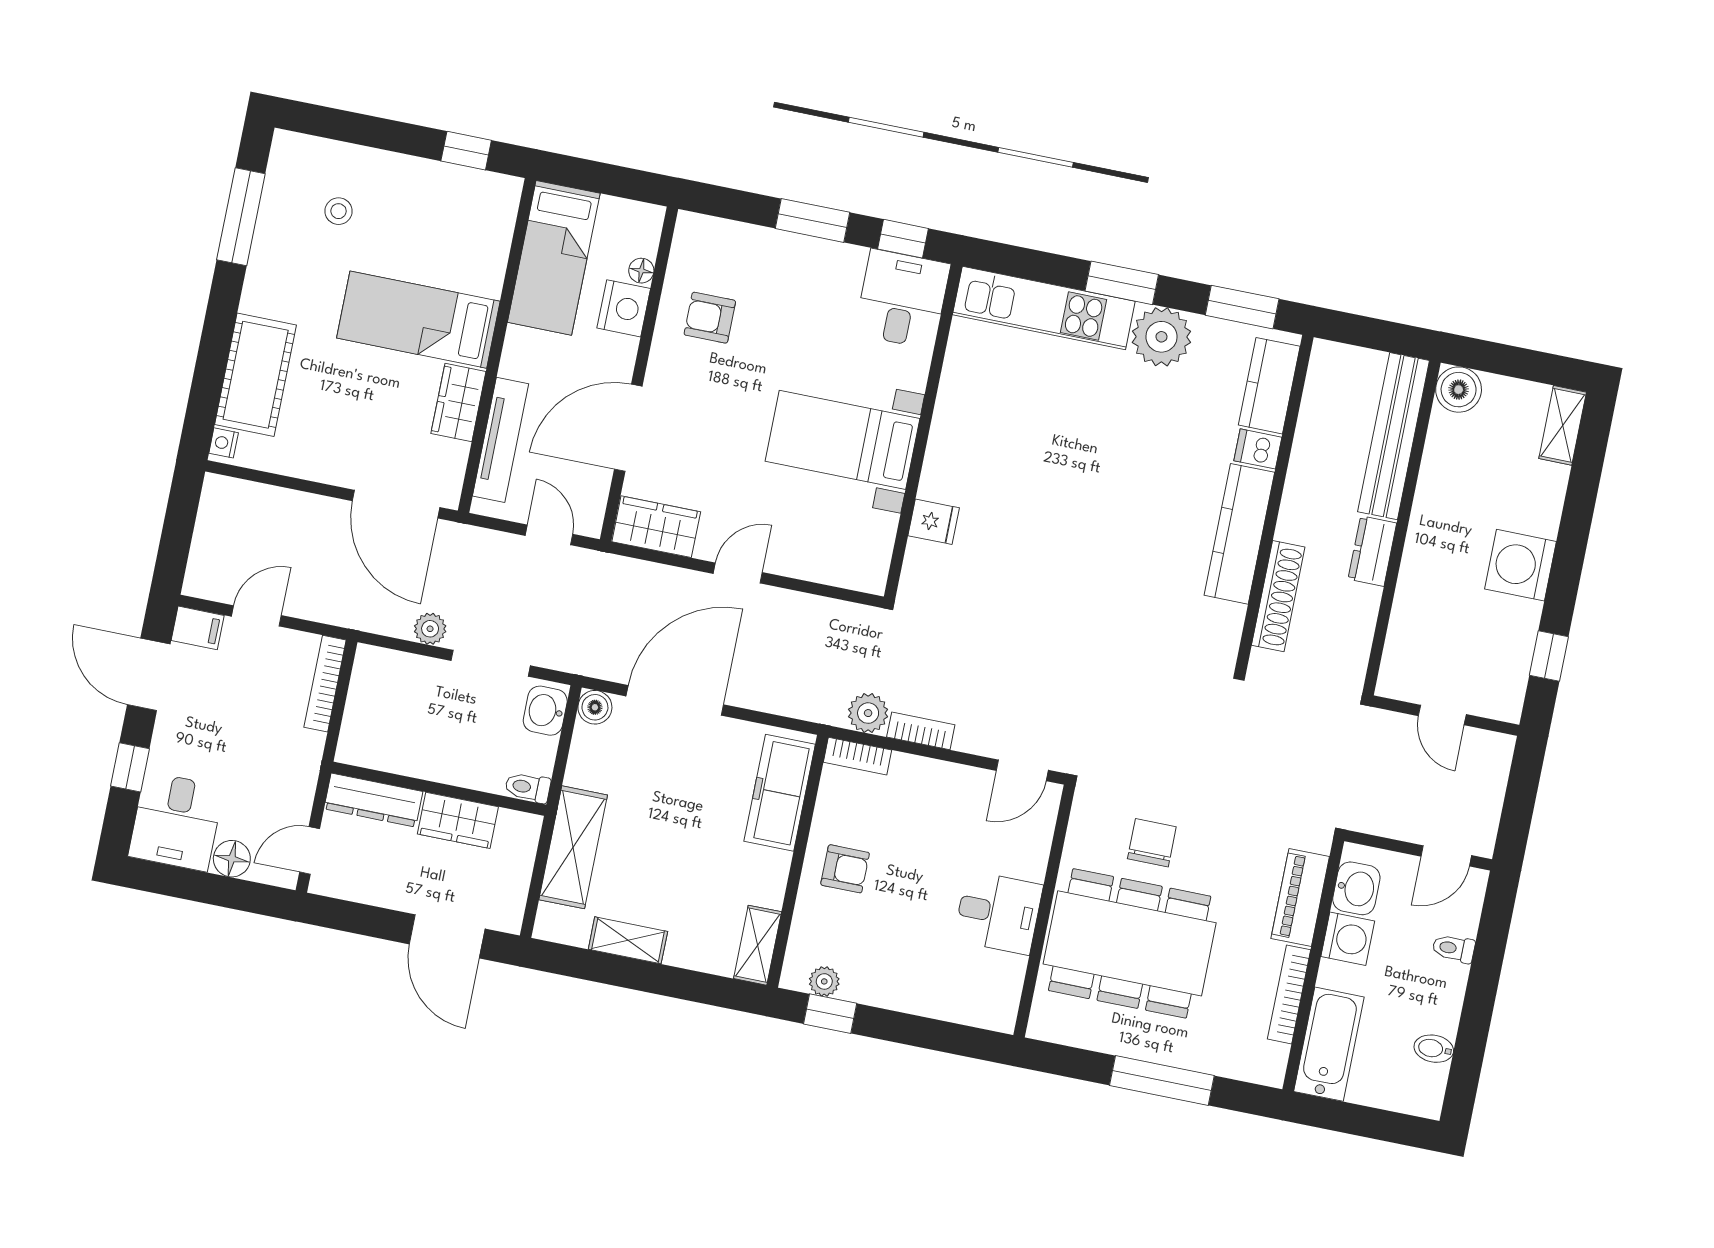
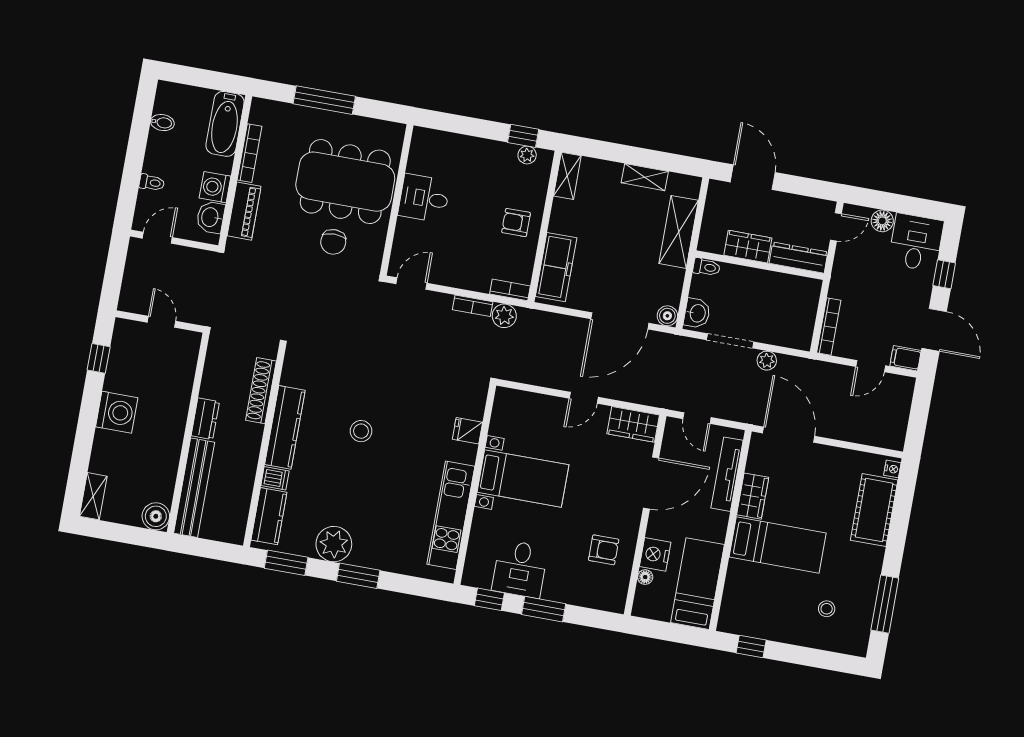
desk: (902, 299) -> (520, 569), moved
kitchen unit: (1044, 308) -> (451, 515), moved, turned -90
stool: (1112, 525) -> (361, 431), added

